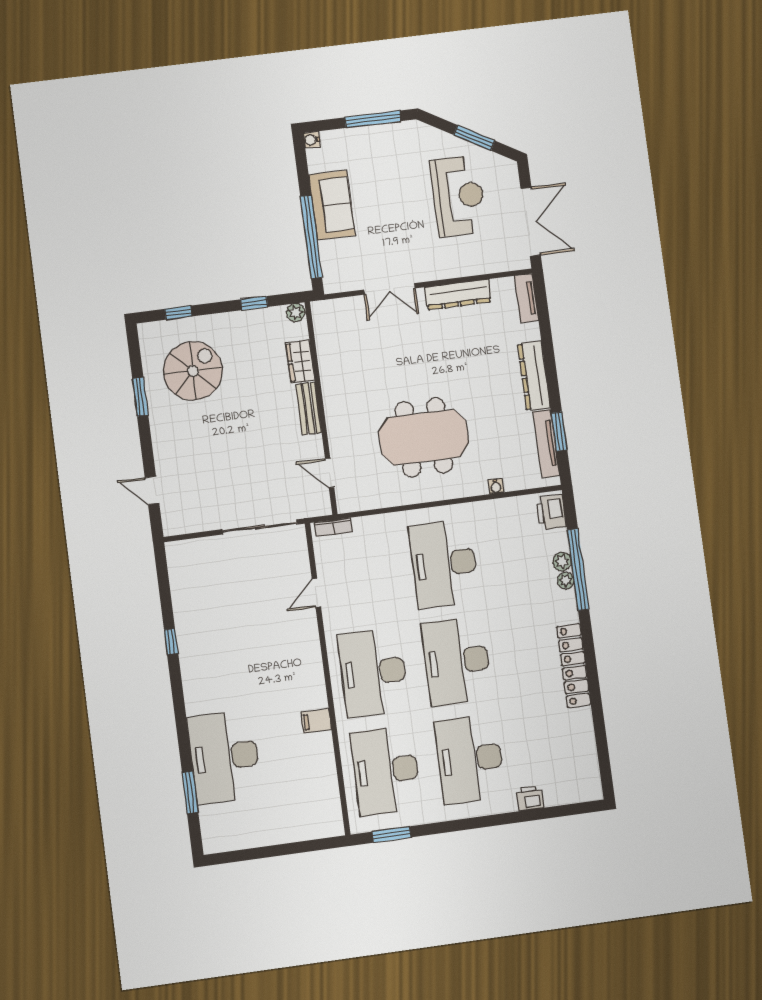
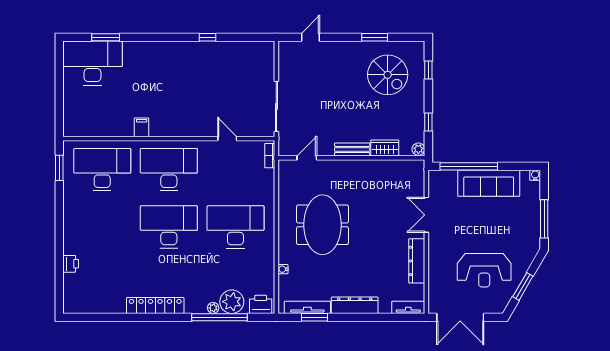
sofa: (332, 205) -> (489, 183), width x1.36
plant: (562, 562) -> (232, 302), width x1.88, depth x1.88
desk: (224, 757) -> (92, 63), moved
desk: (470, 759) -> (102, 227), removed

